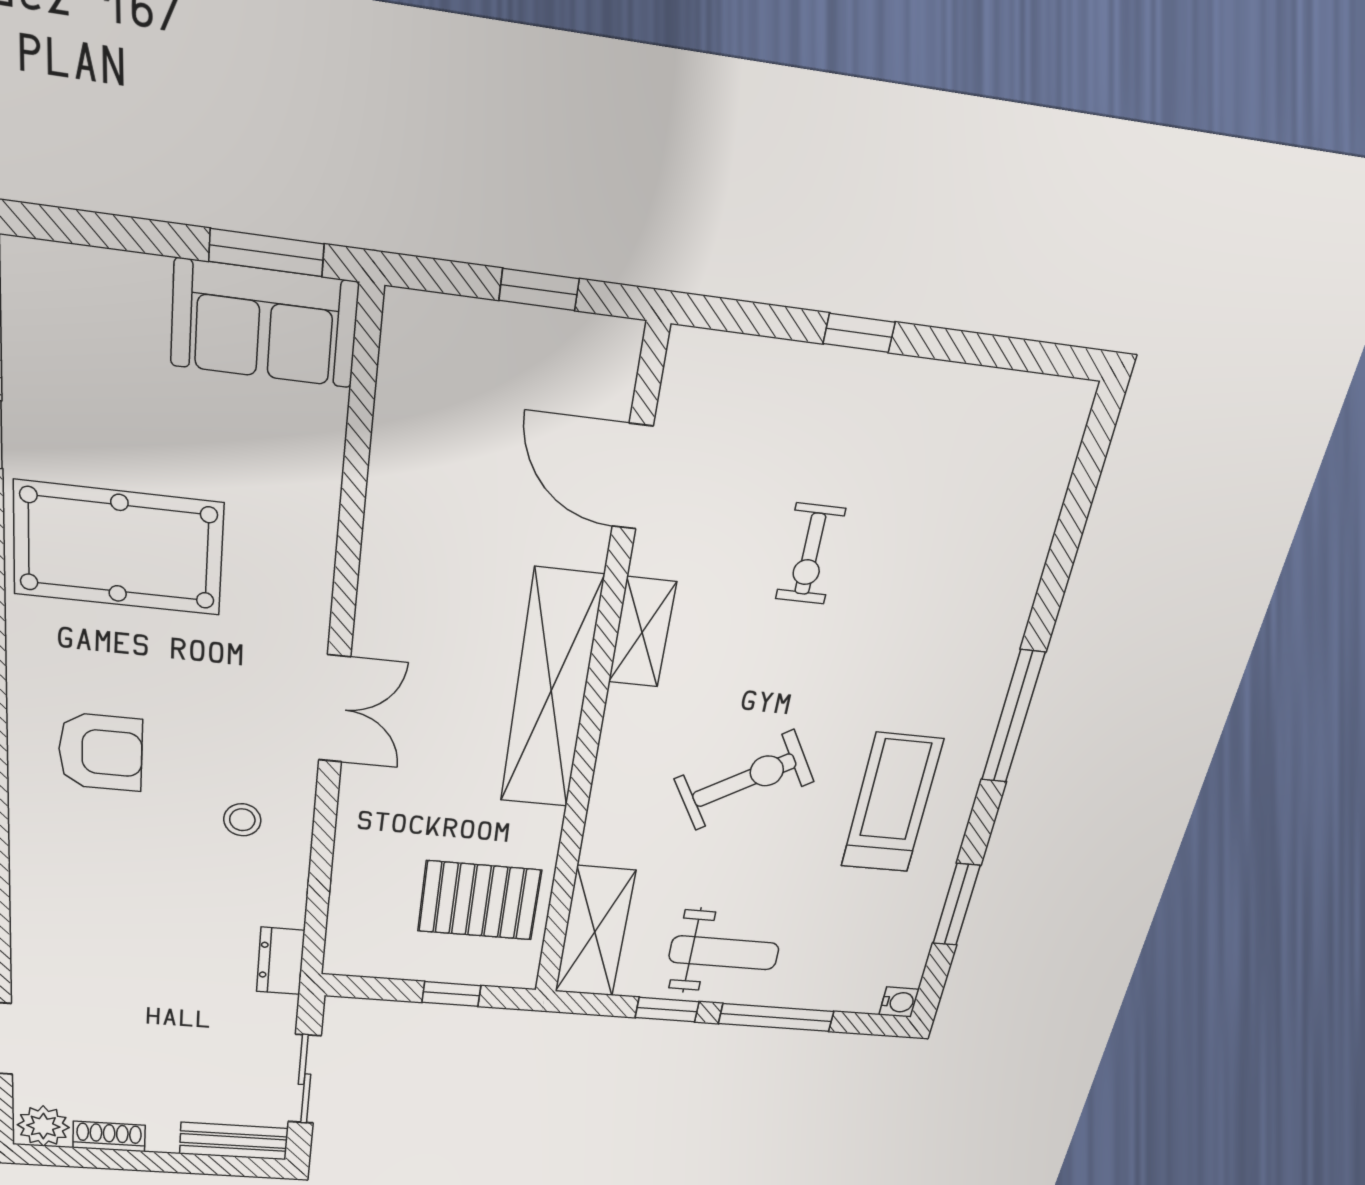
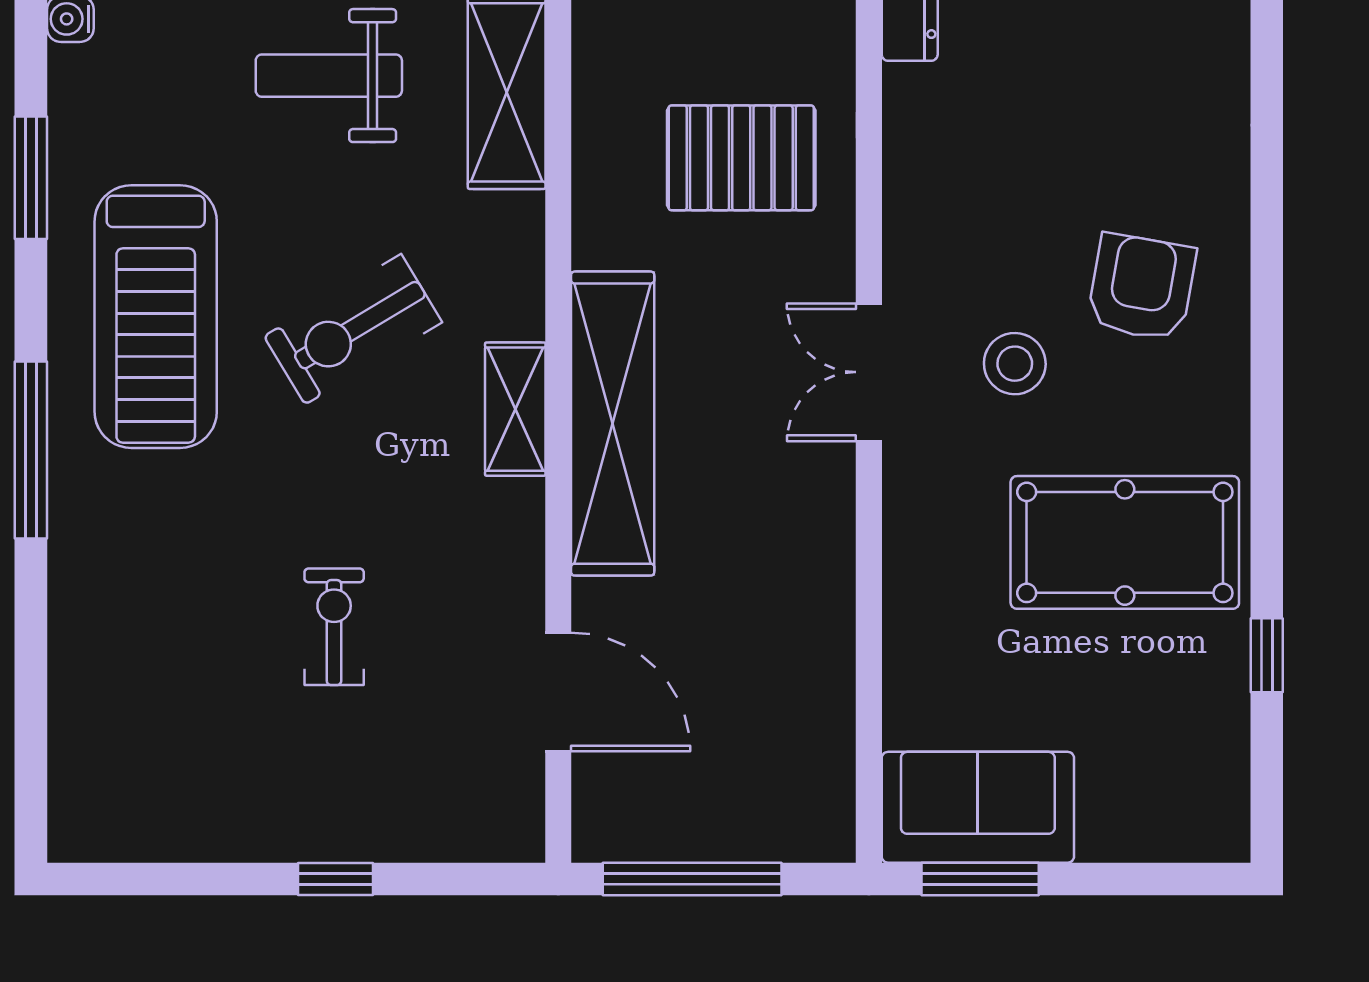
window: (539, 290) -> (692, 879), width x2.17
shelving: (642, 632) -> (515, 409), moved
armchair: (100, 752) -> (1142, 287), turned 100
treadmill: (892, 803) -> (156, 317), width x1.37, depth x1.38
stool: (242, 820) -> (1015, 364), moved, width x1.37, depth x1.37
pallet: (479, 901) -> (741, 158), moved

